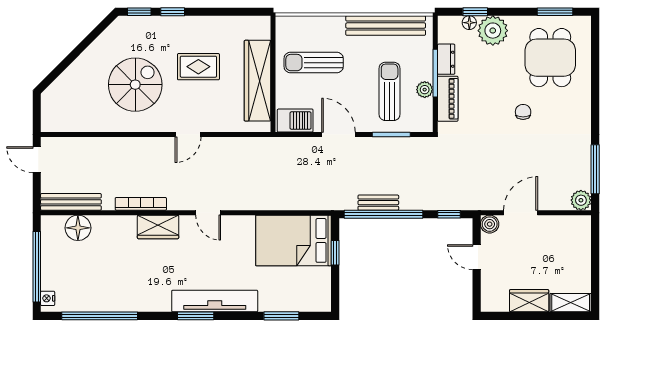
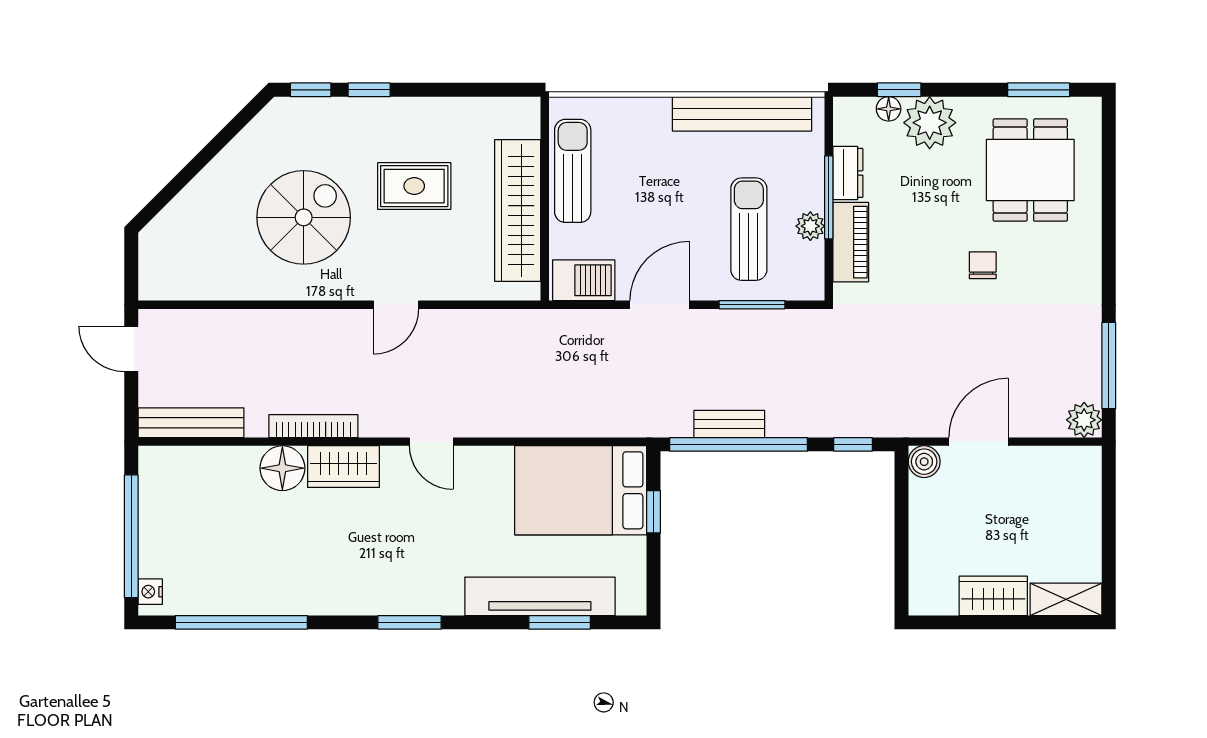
sun lounger: (314, 63) -> (573, 171), moved, turned 90
door: (338, 134) -> (659, 305), hinge flipped
floor lamp: (78, 228) -> (282, 468), moved
door: (477, 257) -> (901, 519), removed
tv unit: (215, 301) -> (540, 596), moved

